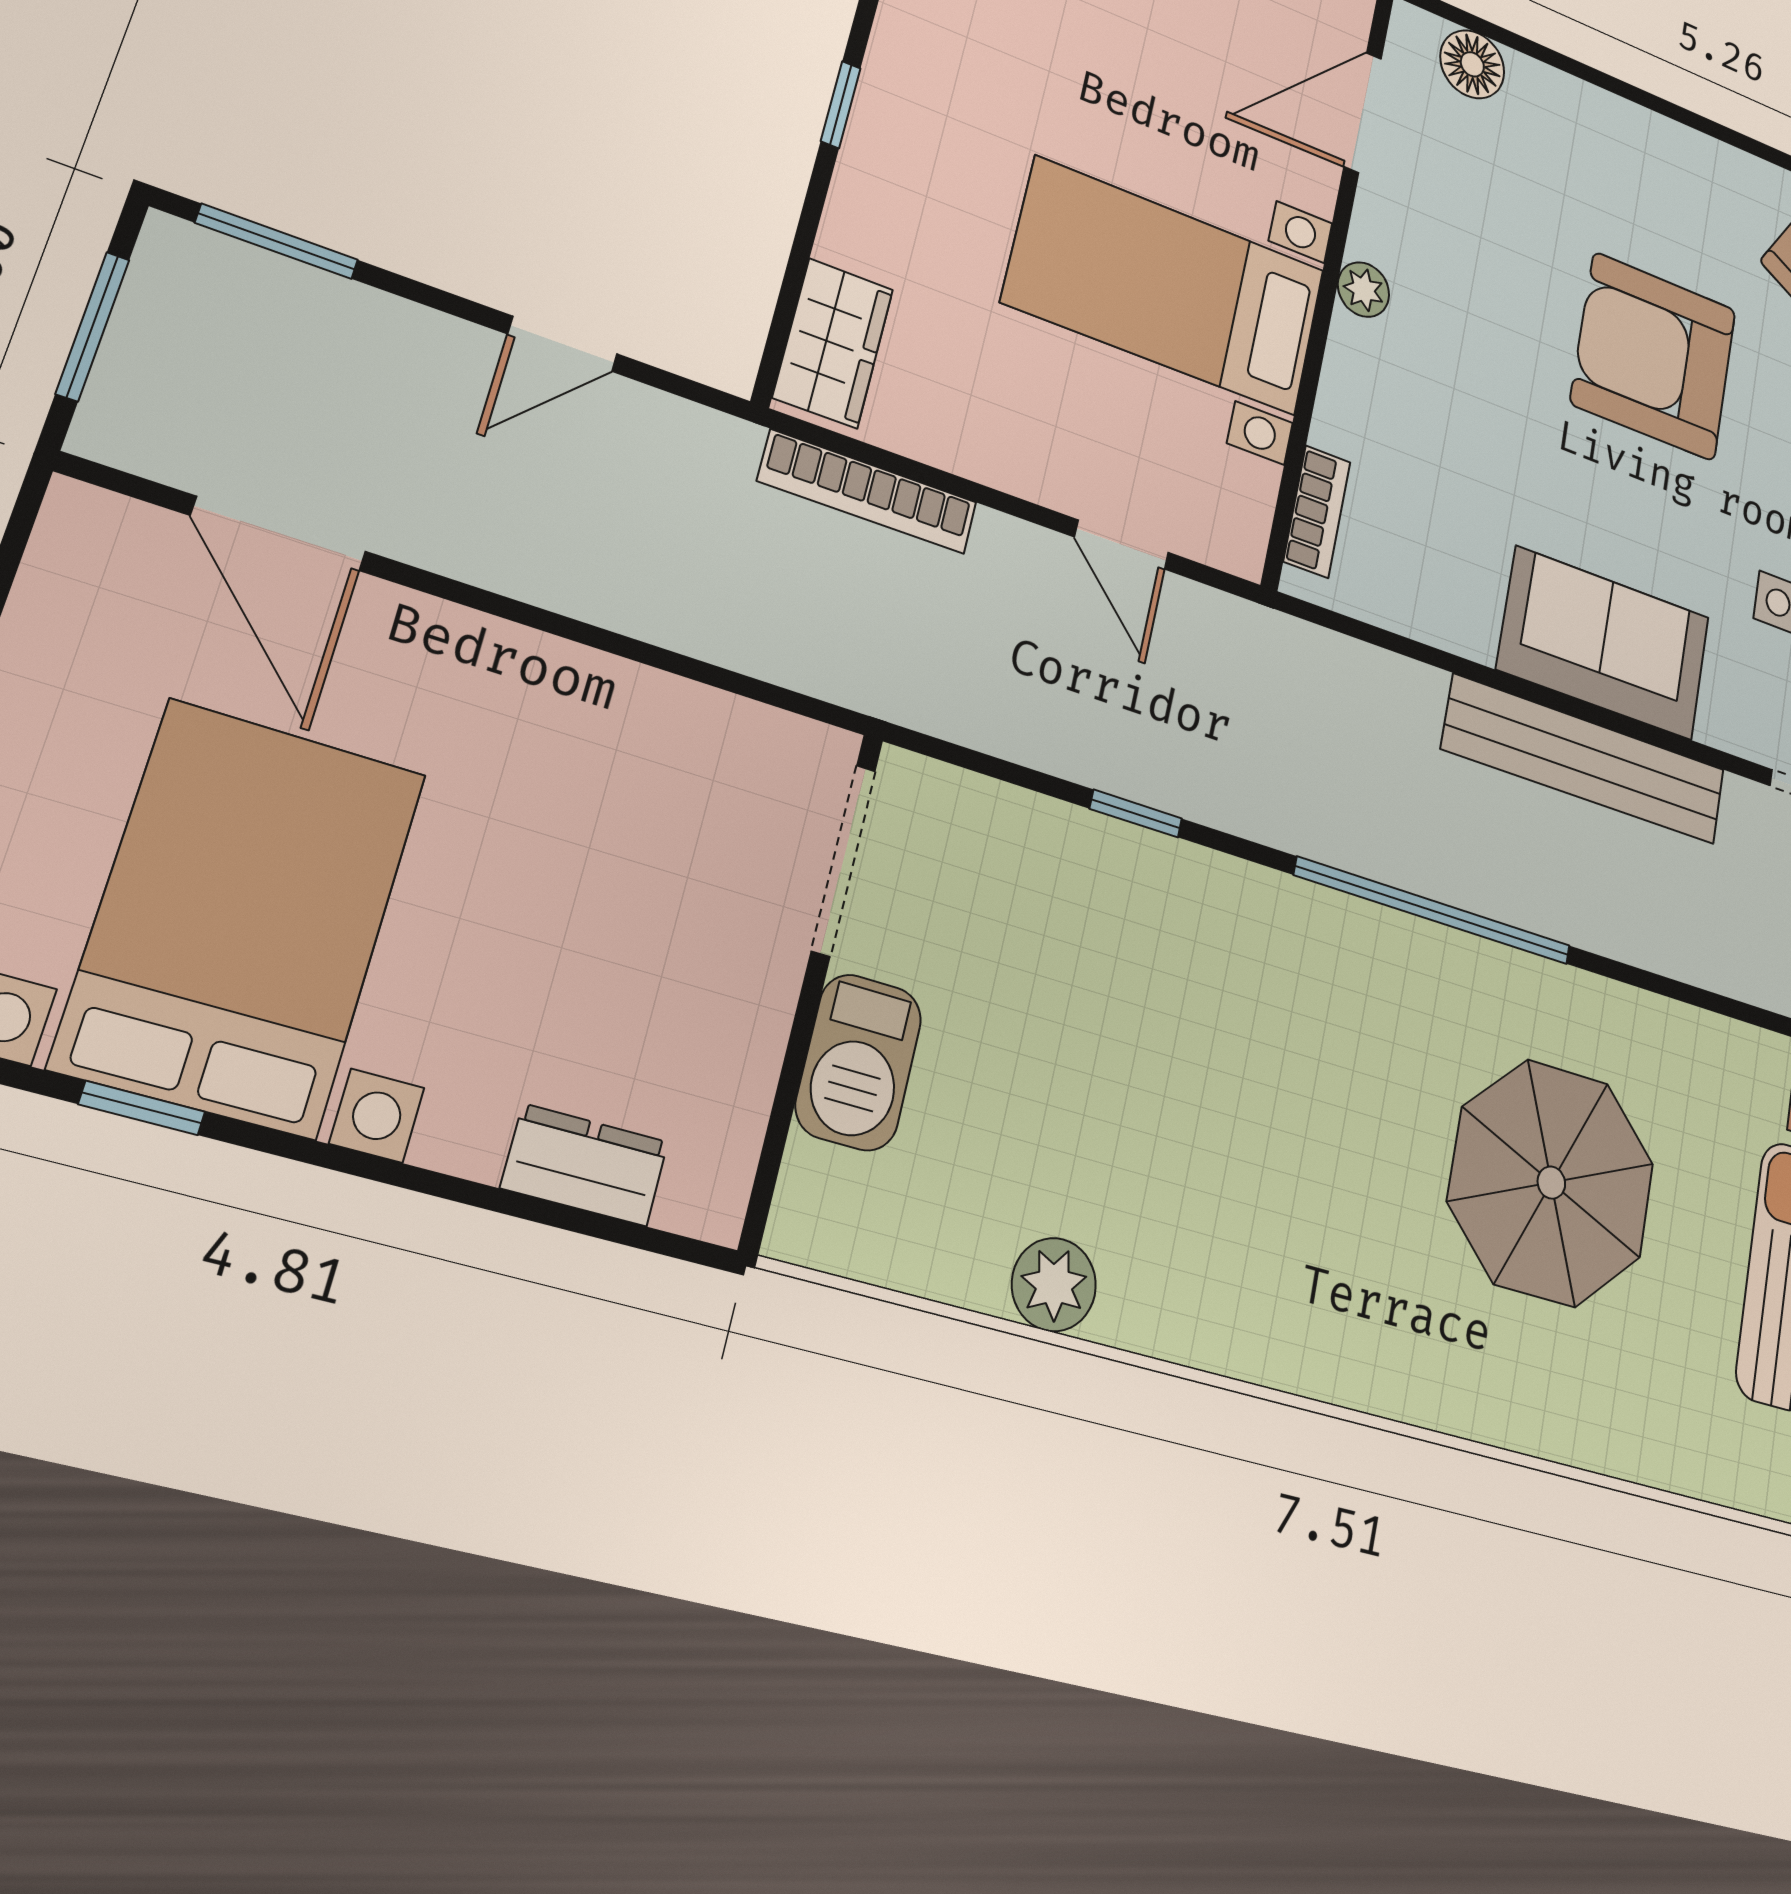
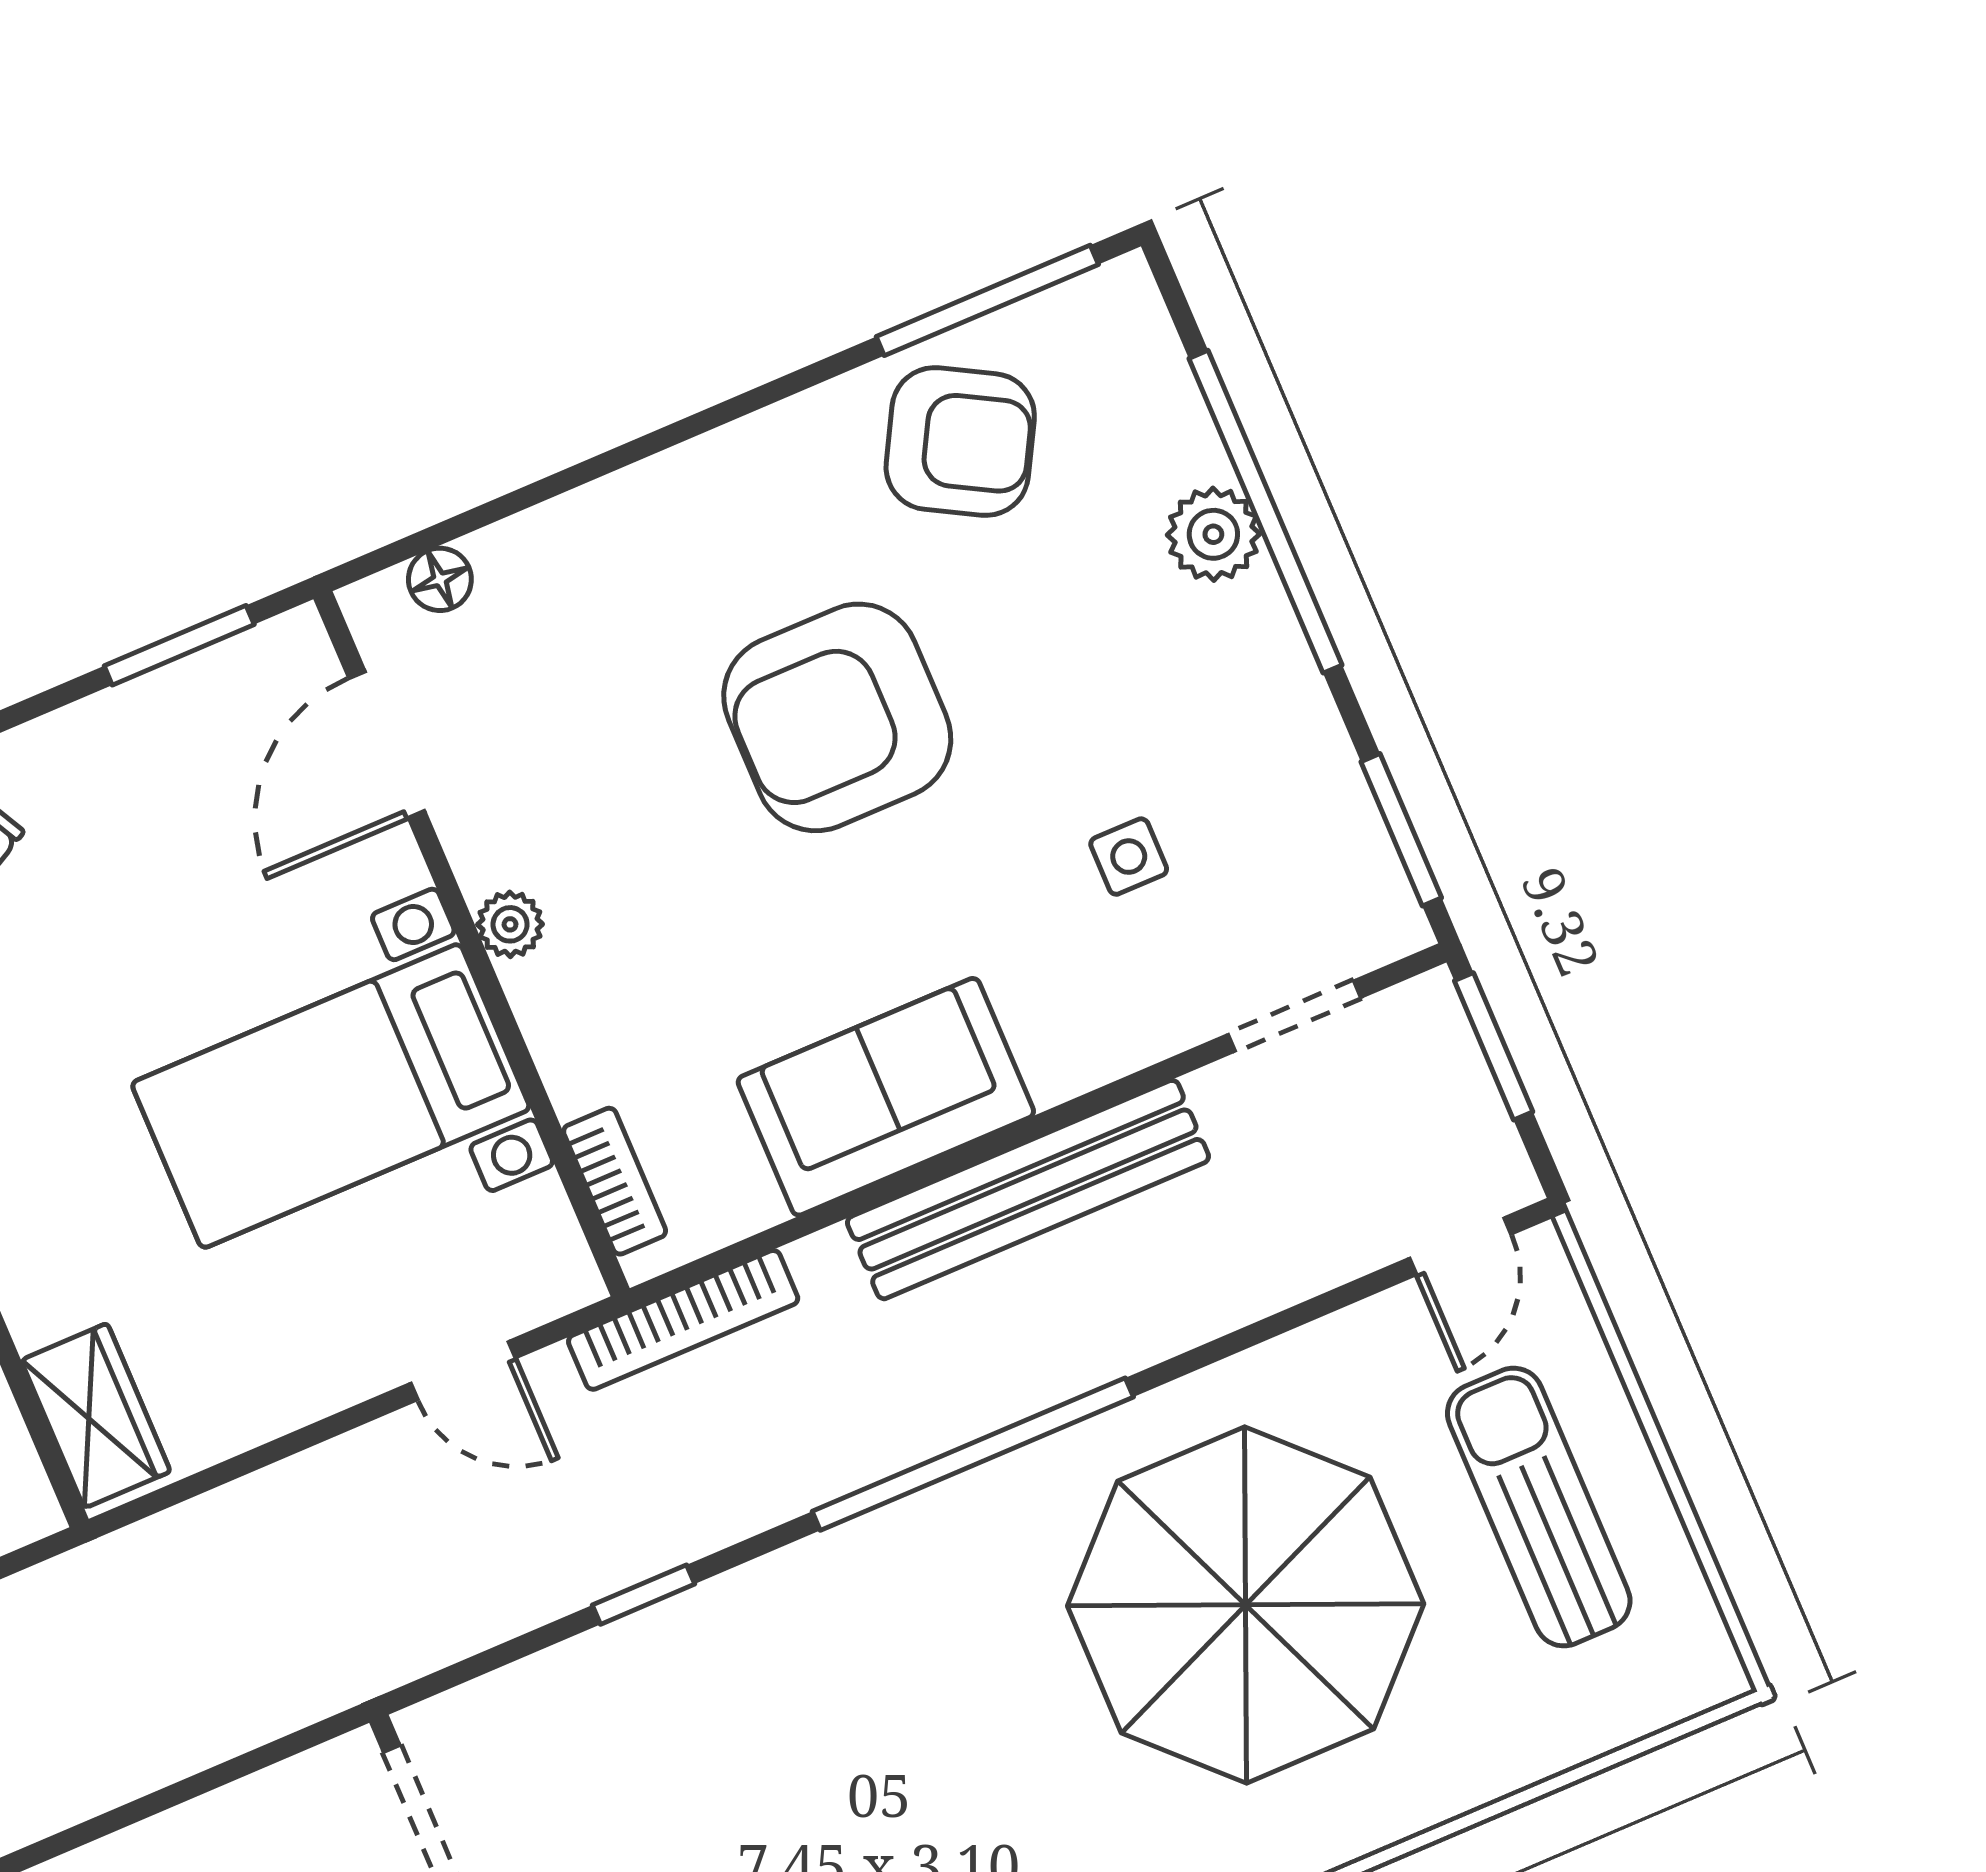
floor lamp: (1472, 64) -> (440, 579), width x0.73, depth x0.73
bookcase: (868, 492) -> (683, 1320), moved
sofa: (1604, 643) -> (886, 1097), moved
parasol: (1551, 1183) -> (1246, 1605), width x1.36, depth x1.36

